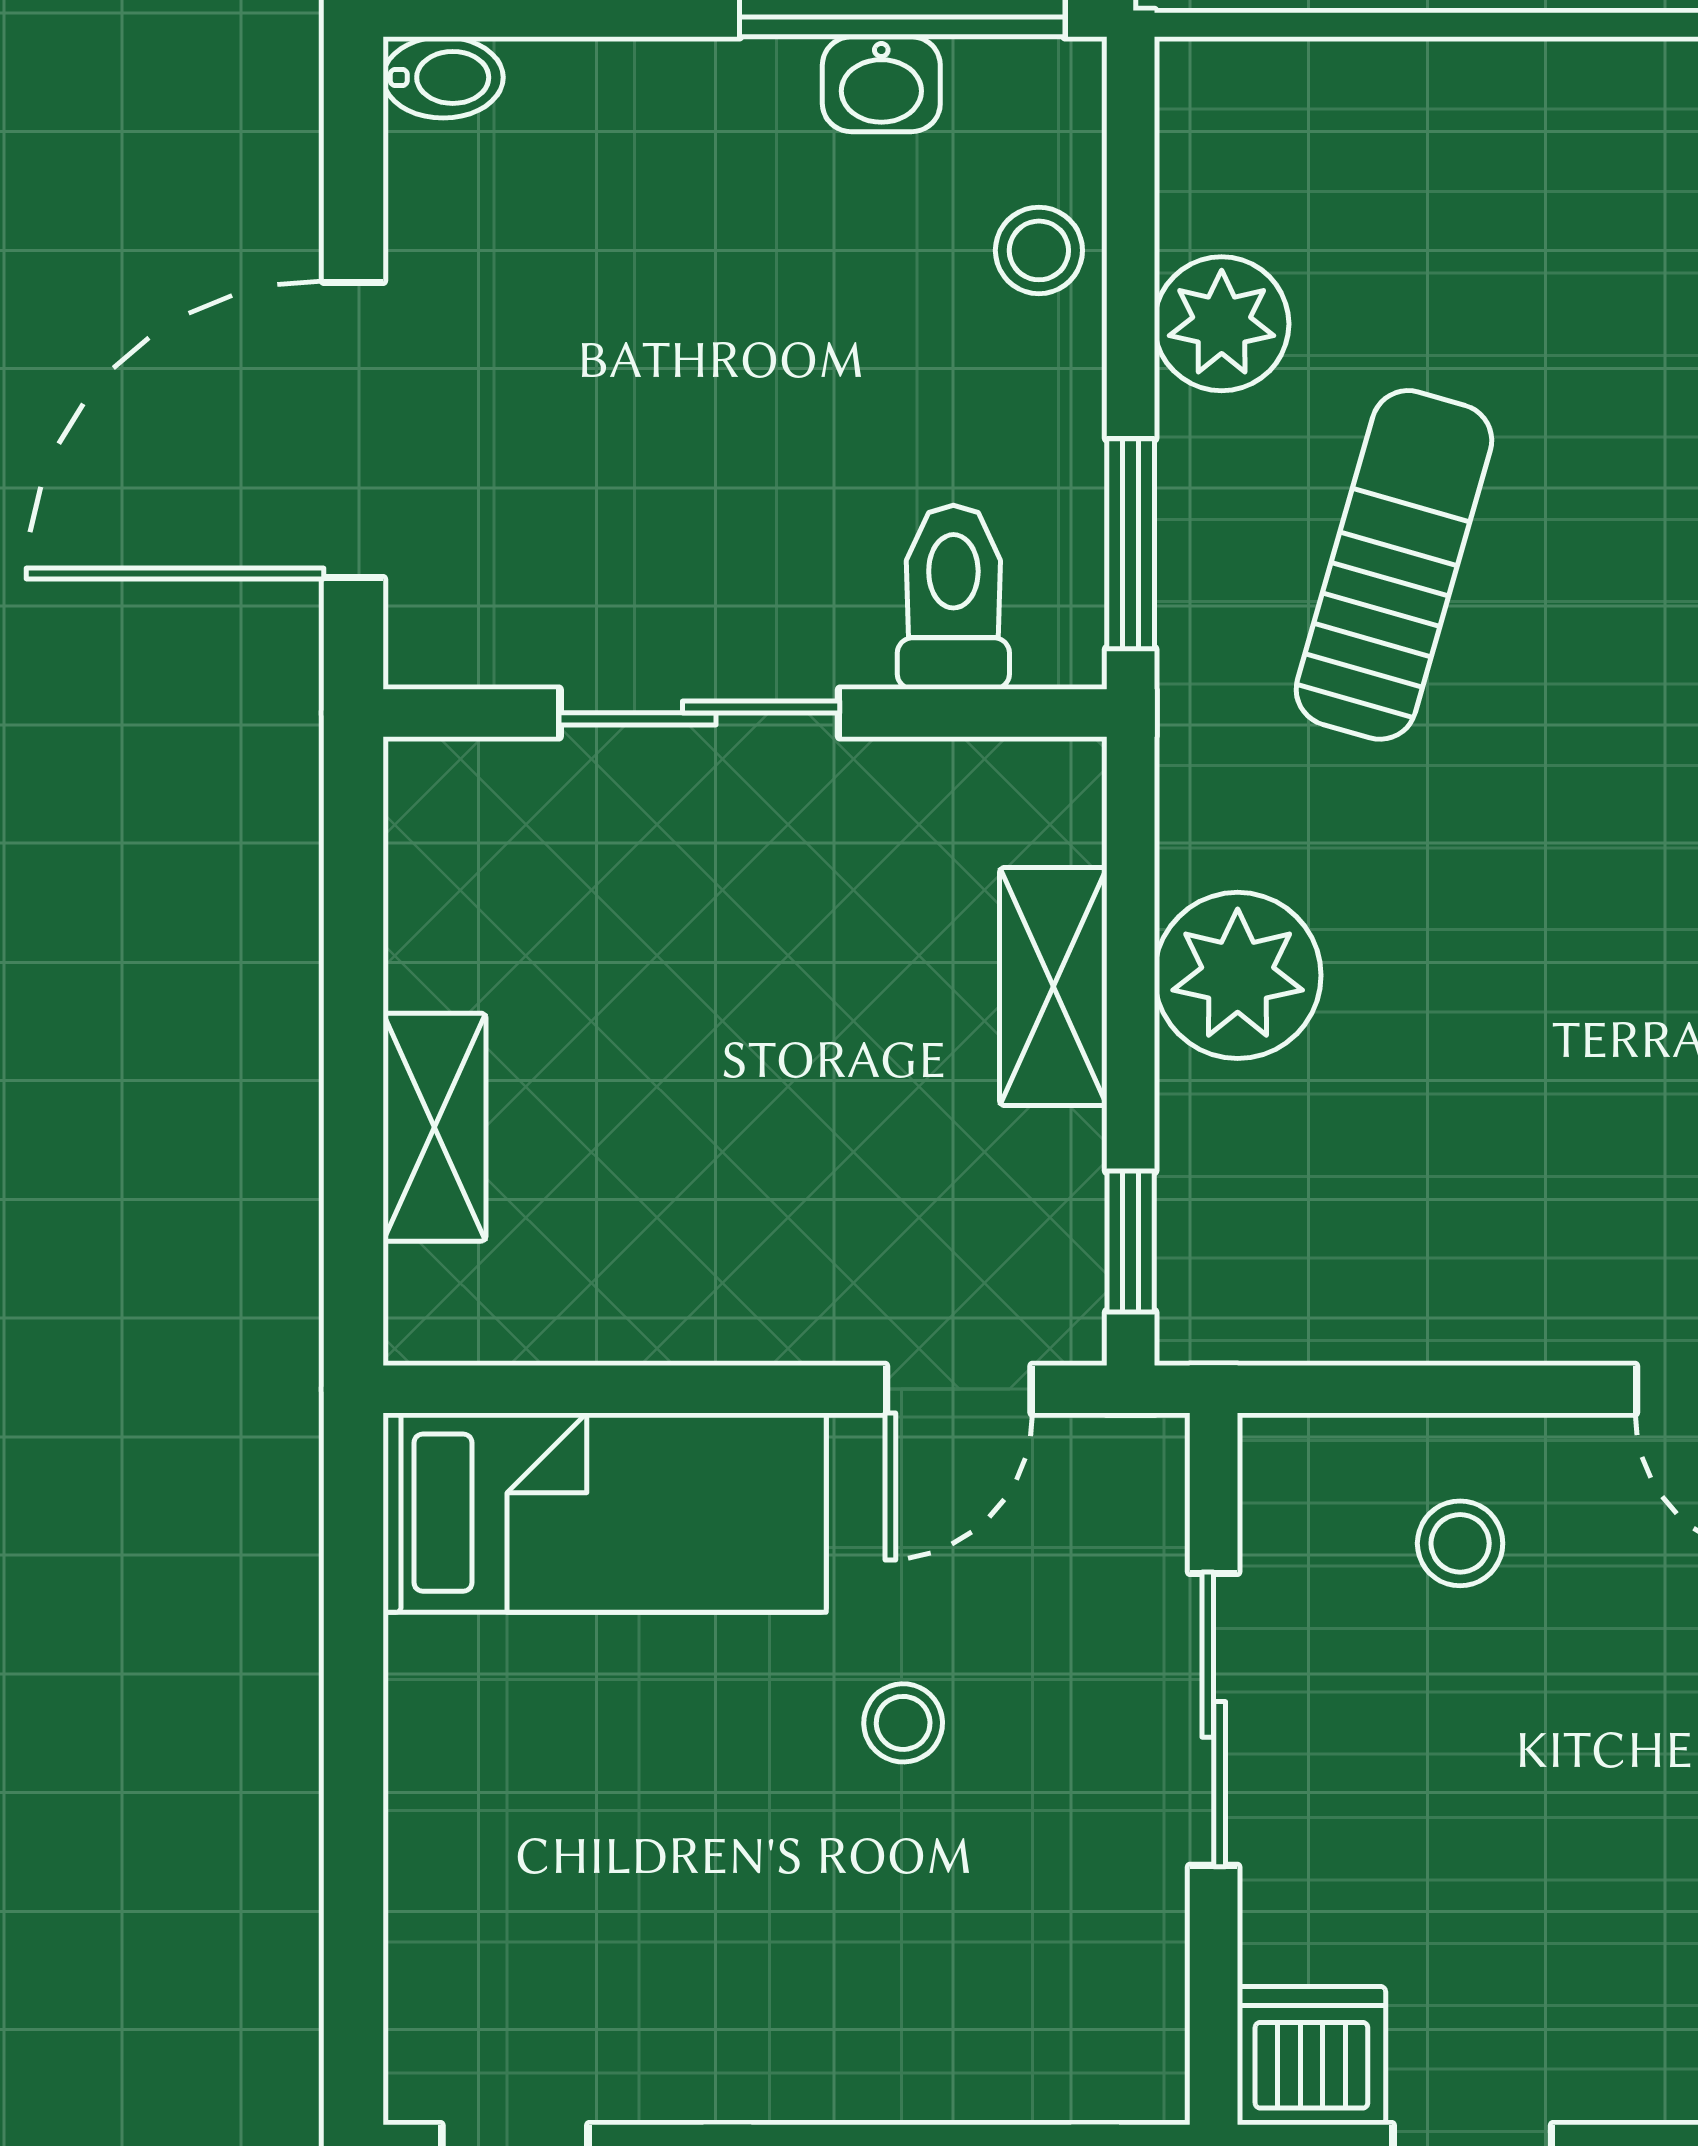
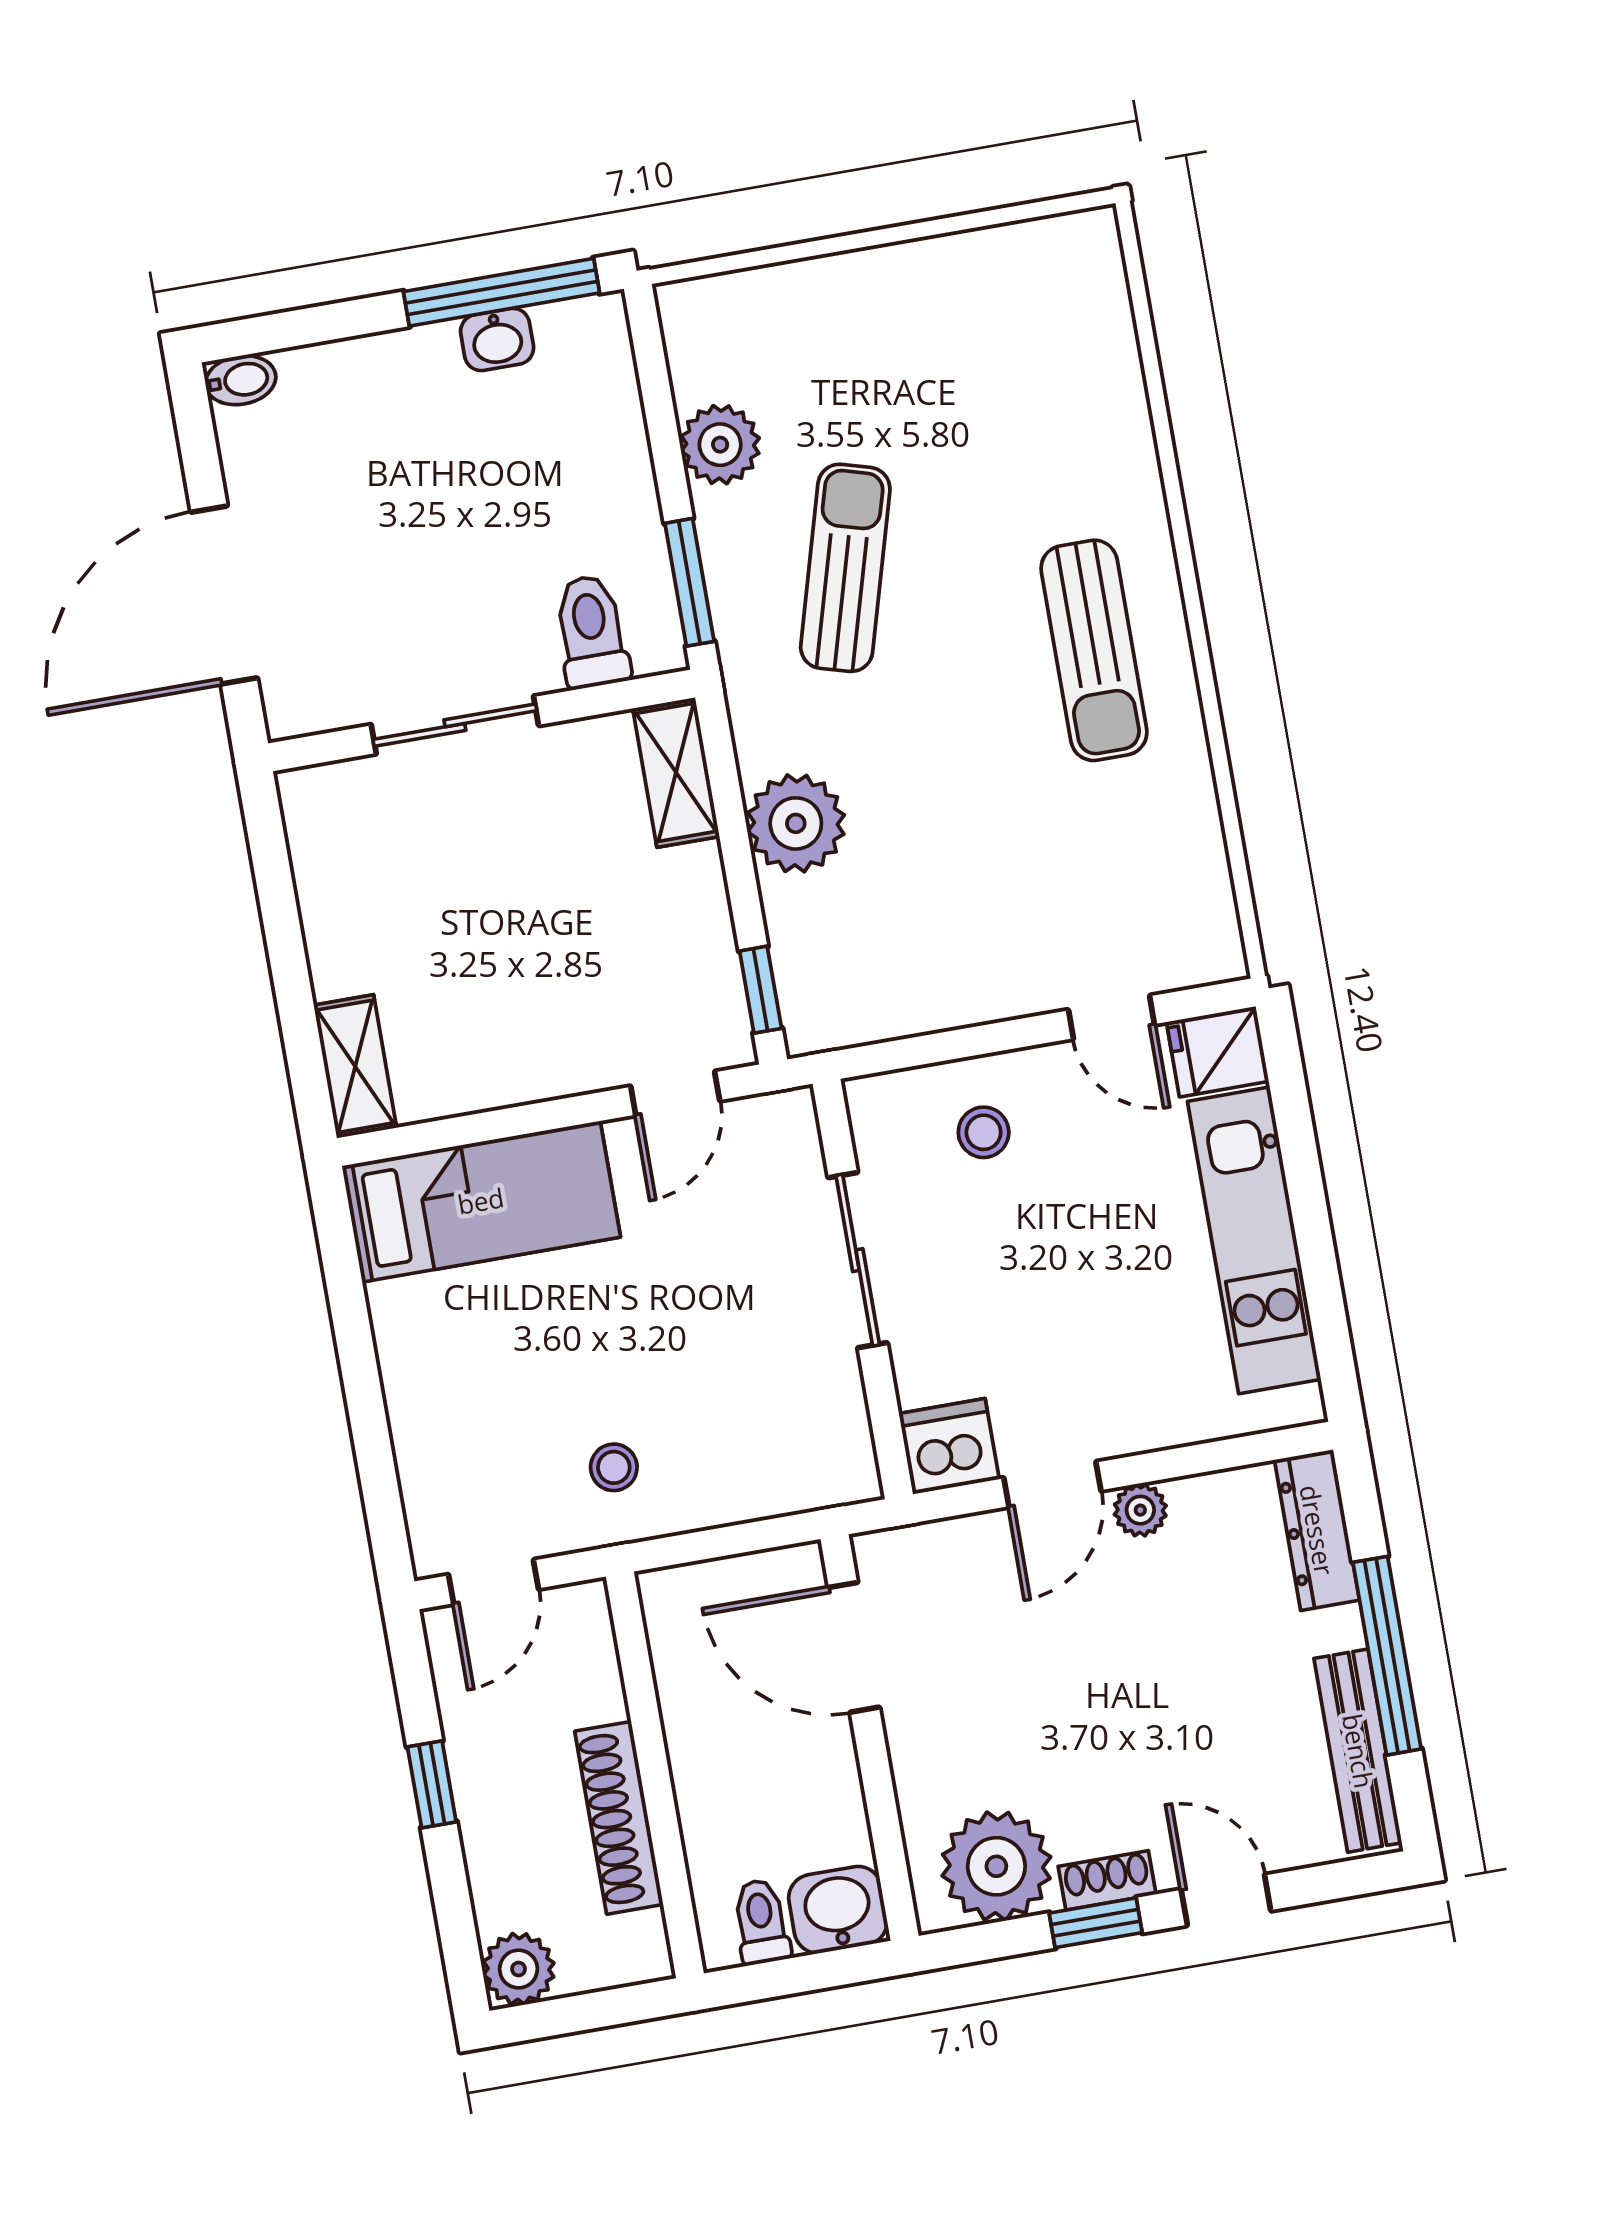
stool: (1039, 250) -> (606, 420), removed
shelving: (1053, 986) -> (676, 772), moved
shelving: (435, 1127) -> (355, 1066), moved
stool: (903, 1723) -> (614, 1467), moved

